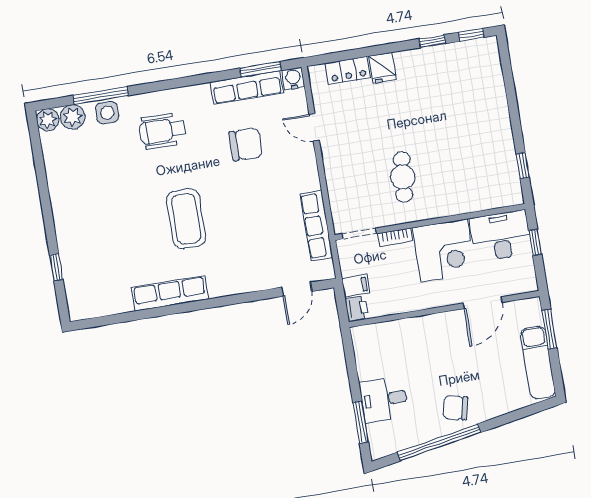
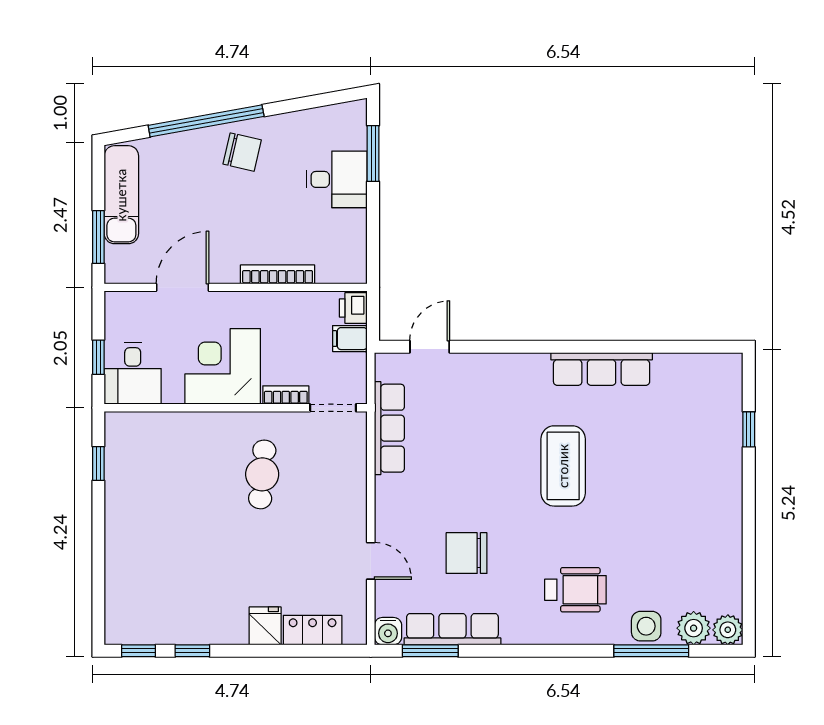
desk: (501, 236) -> (133, 374), width x0.73
bookcase: (415, 323) -> (278, 274), added
window: (439, 442) -> (206, 121), moved

